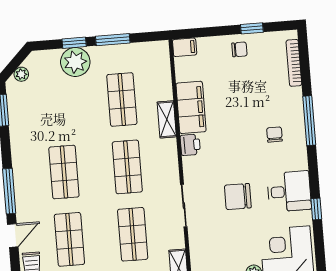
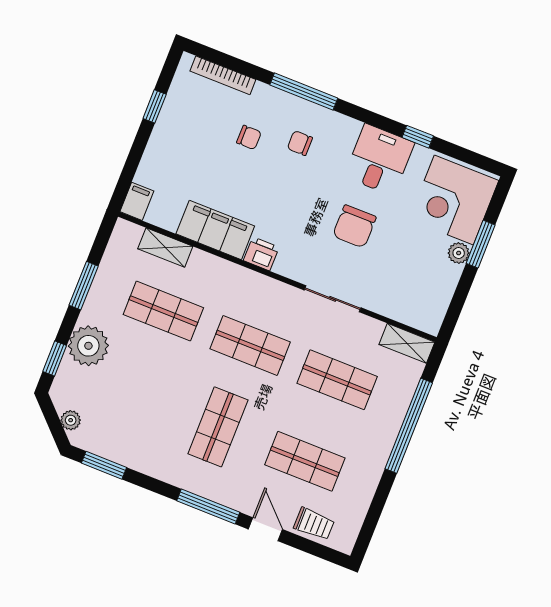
window: (74, 43) -> (55, 359), moved
chair: (239, 49) -> (249, 137), moved, turned 90
shelving: (167, 119) -> (165, 247), moved
shop shelf: (64, 172) -> (218, 427), turned 90

